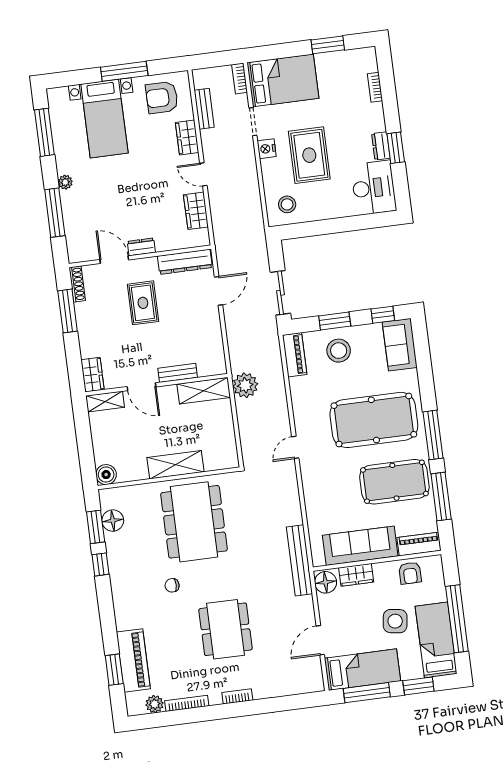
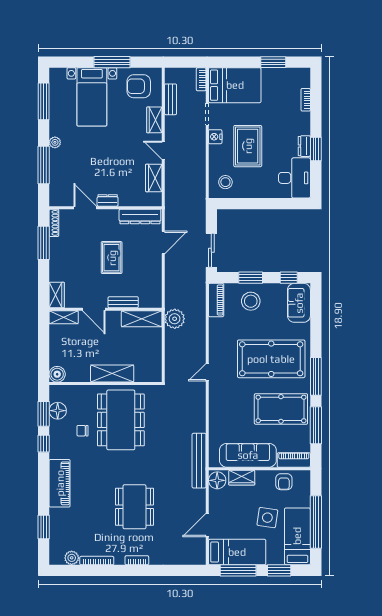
rug: (143, 303) -> (112, 258), moved
chair: (172, 585) -> (82, 431), moved
piano: (133, 660) -> (60, 483), moved

